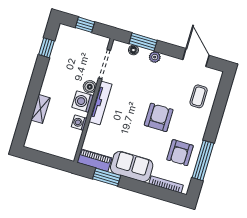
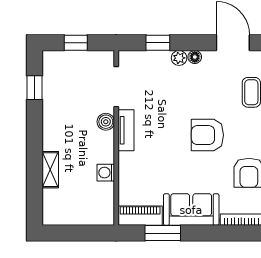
window: (143, 42) -> (158, 43), width x0.67
floor lamp: (133, 50) -> (195, 57), moved
washing machine: (83, 102) -> (102, 144), removed
tv unit: (100, 103) -> (126, 130), width x0.71
armchair: (159, 117) -> (207, 135), turned -90

